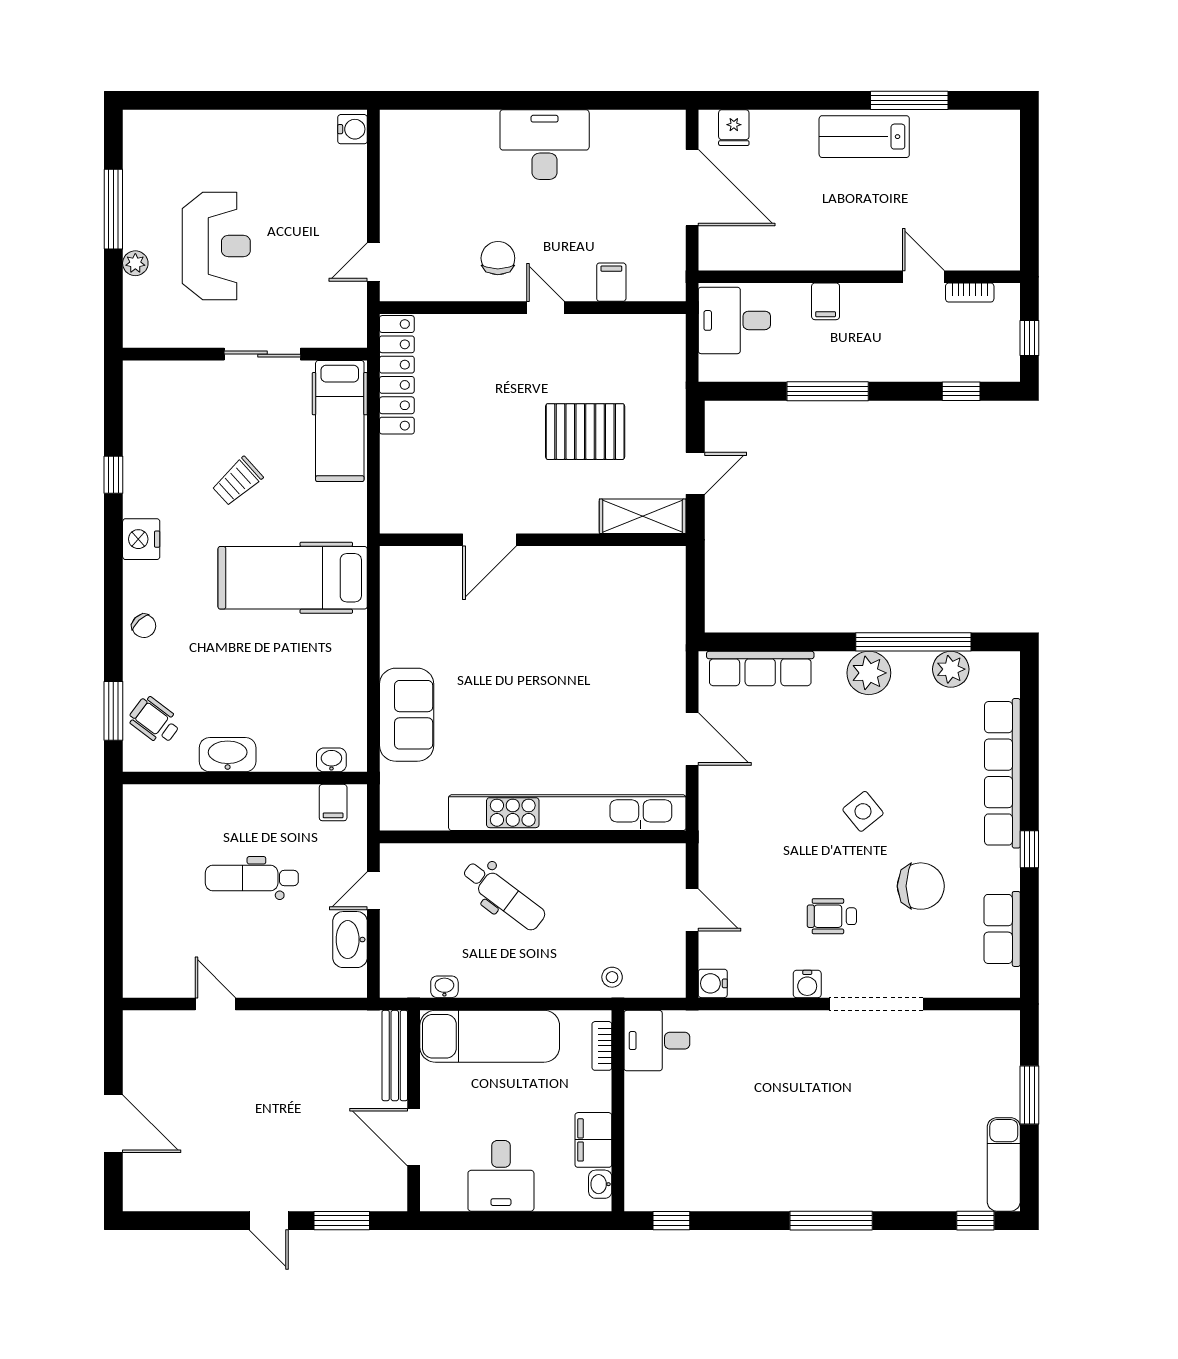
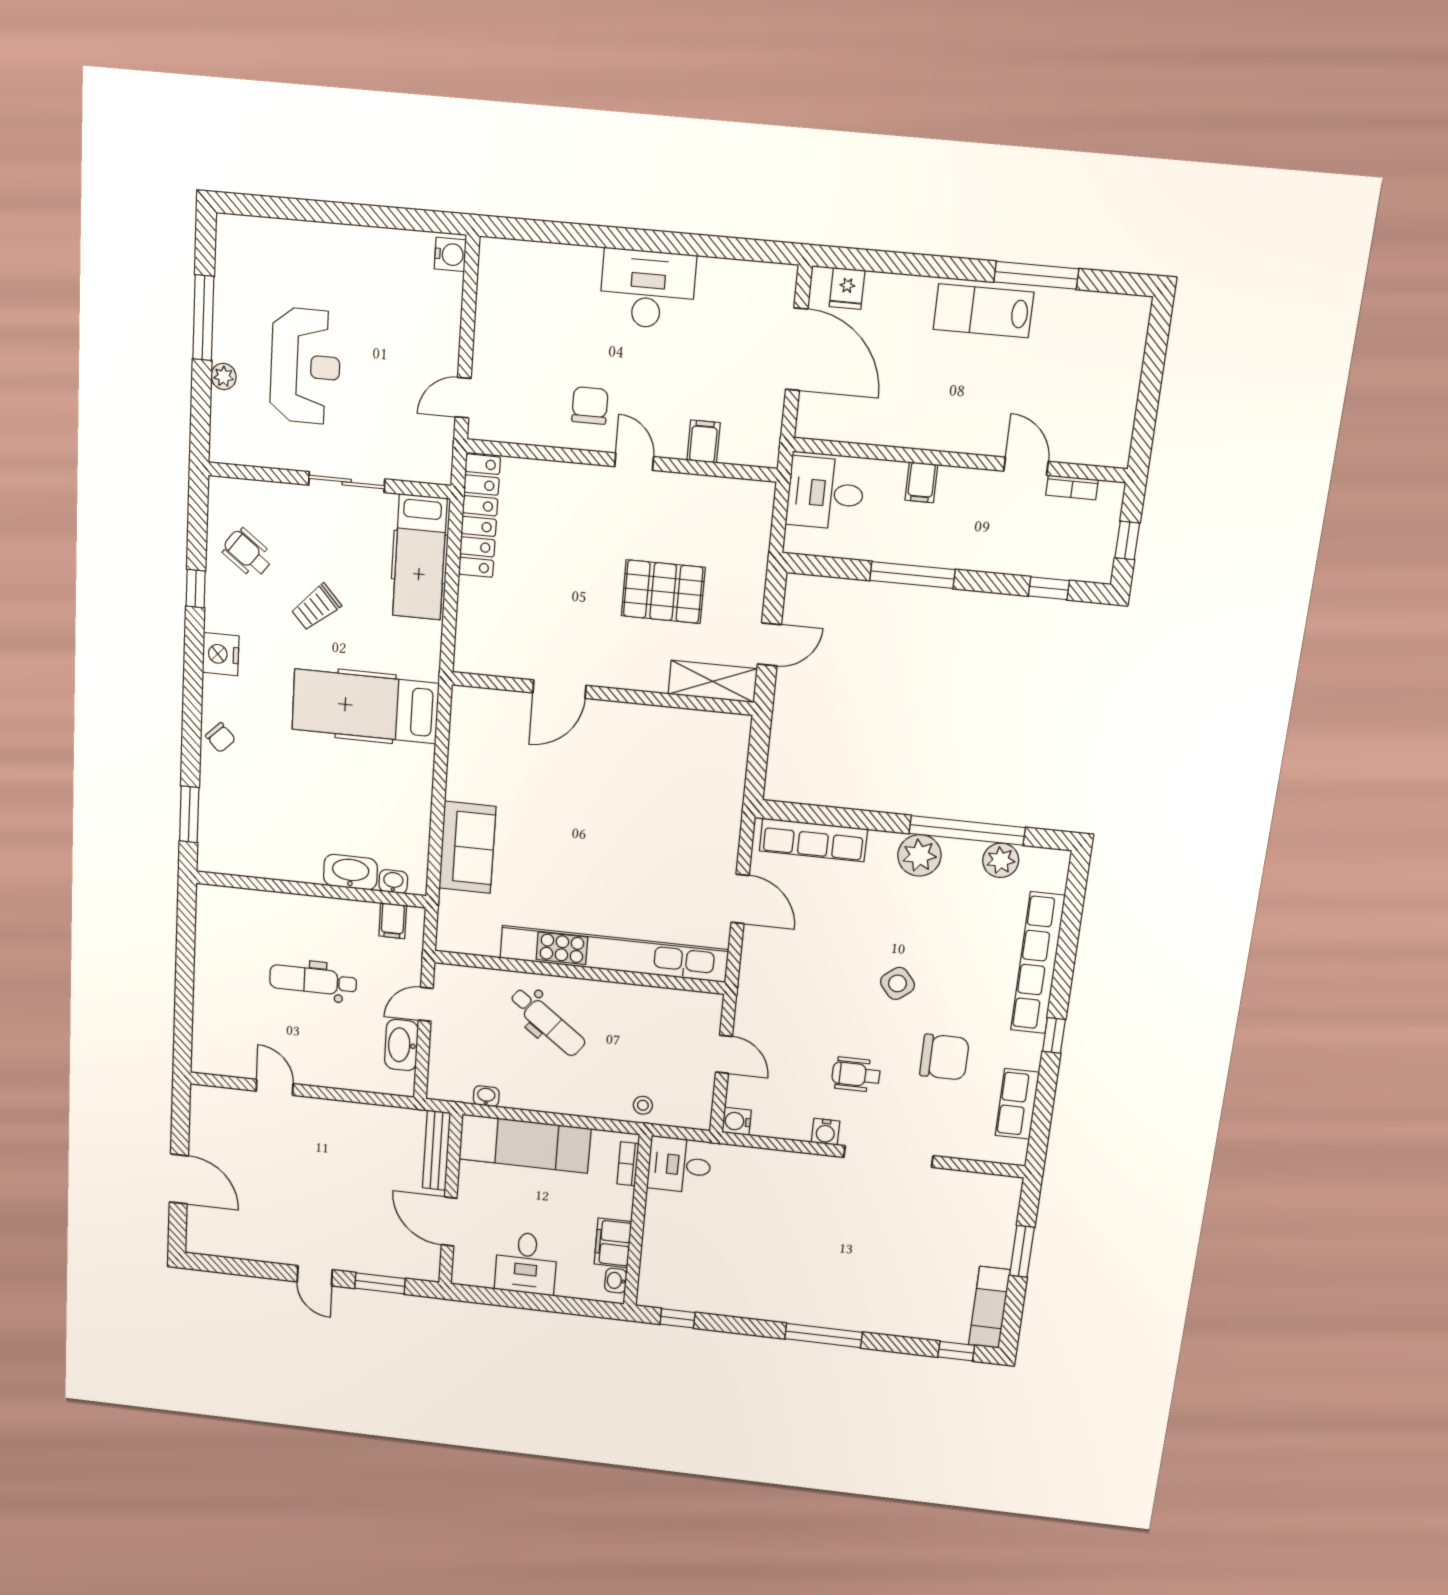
wheelchair: (155, 721) -> (247, 553), moved
washbasin: (228, 755) -> (351, 872), moved

